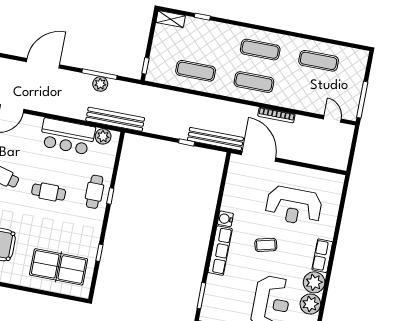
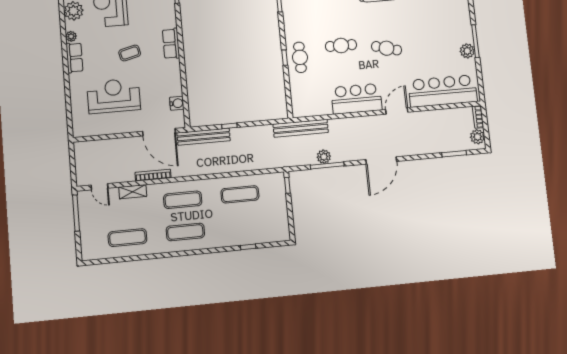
shelving: (171, 19) -> (133, 192), moved
bar counter: (67, 136) -> (356, 99), moved
plant: (103, 136) -> (307, 110), removed
water cooler: (225, 219) -> (177, 103), moved
row of seats: (220, 251) -> (171, 44), width x0.68
plant: (314, 282) -> (71, 36), width x0.53, depth x0.53

